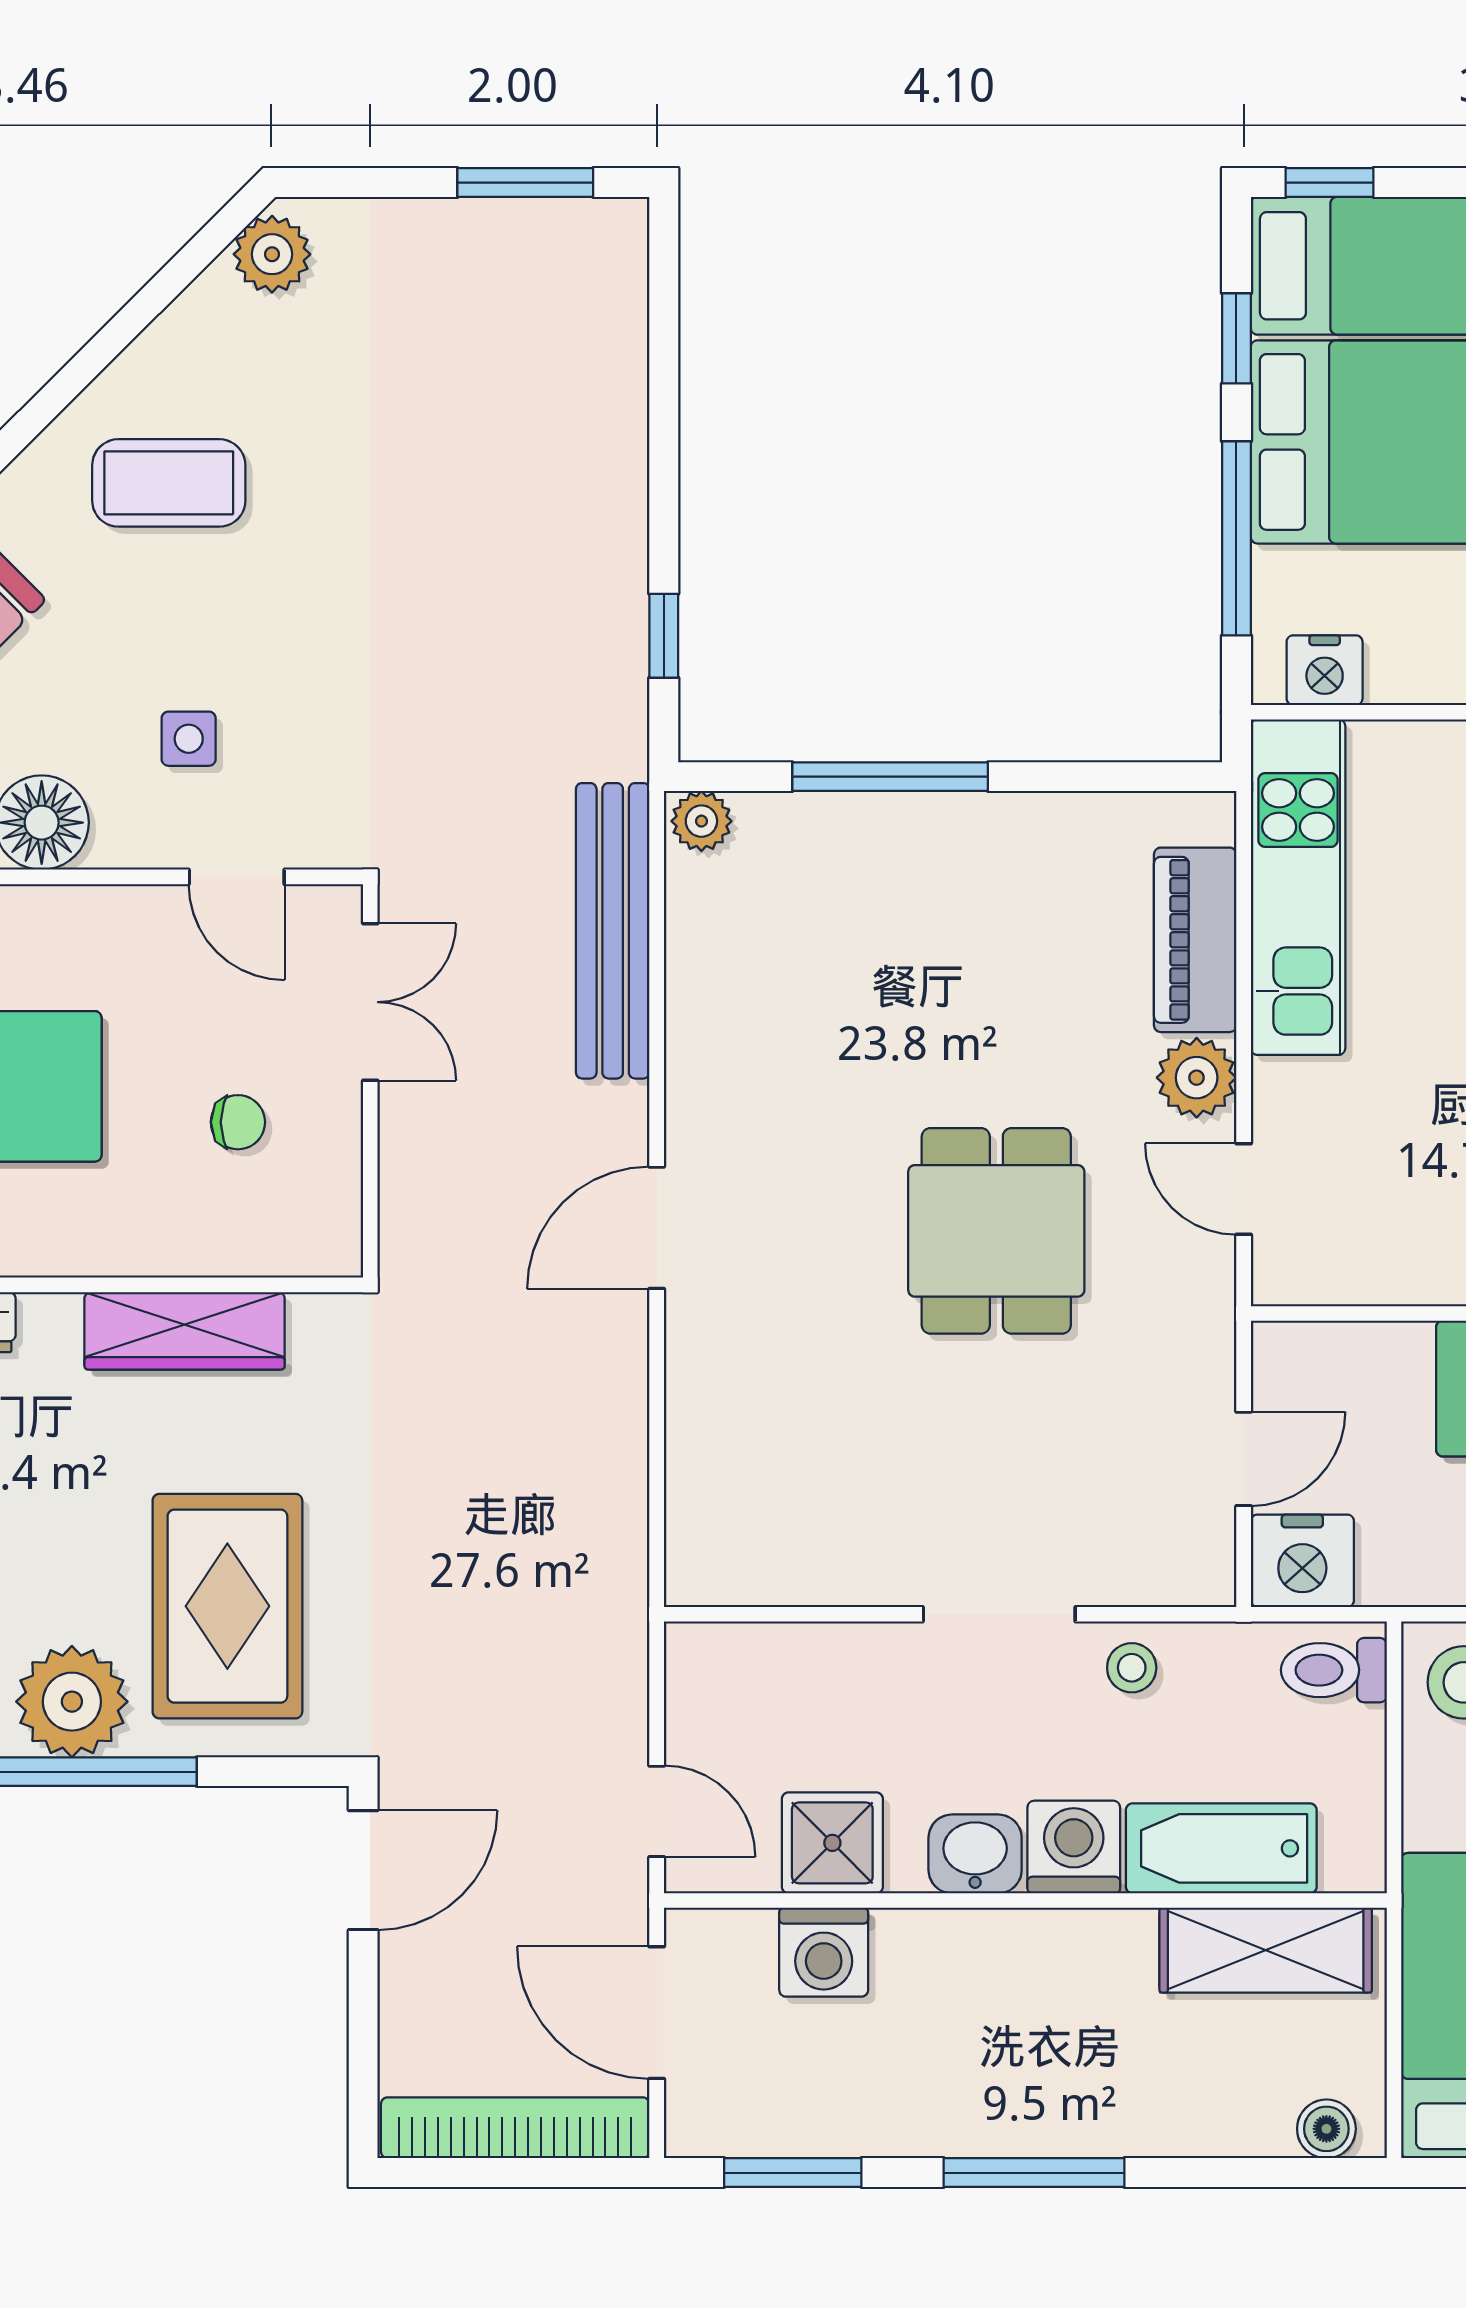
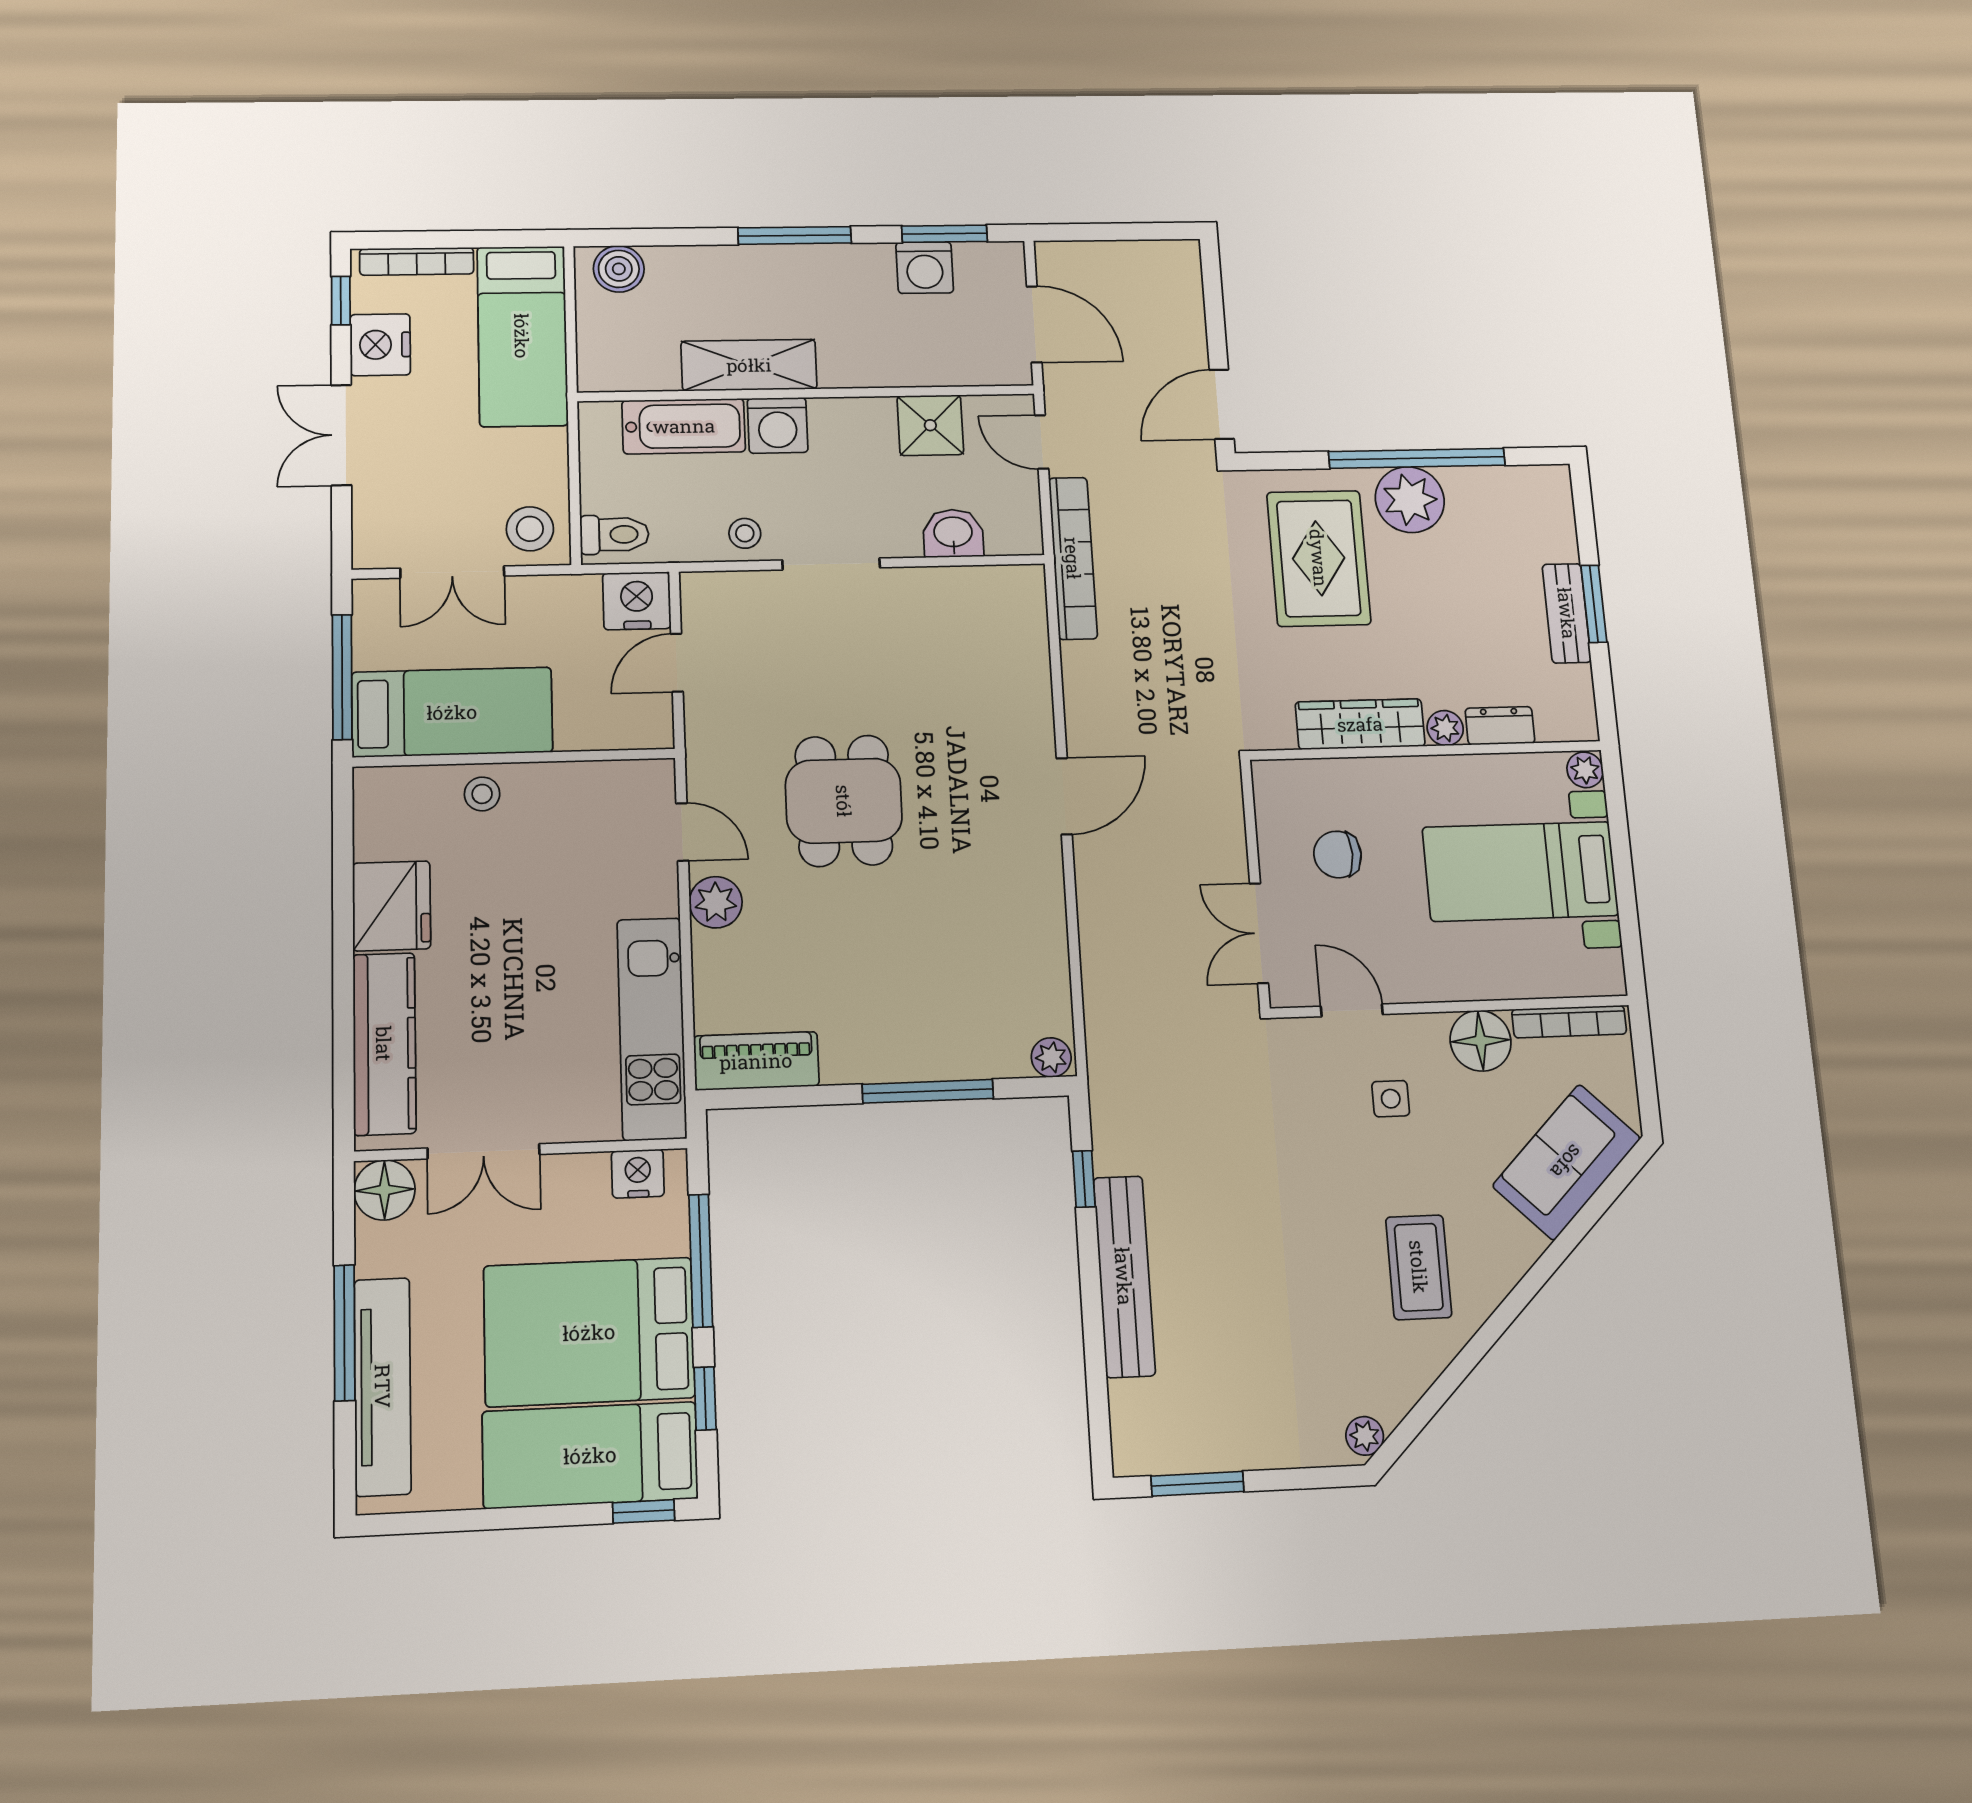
plant: (272, 254) -> (1365, 1436), width x0.73, depth x0.73
coffee table: (169, 483) -> (1419, 1267), turned 90
bench: (613, 931) -> (1124, 1276), moved
piano: (1195, 940) -> (756, 1061), moved, turned -90
chair: (238, 1122) -> (1338, 854), width x1.37, depth x1.37
plant: (50, 1321) -> (1445, 728), added
washbasin: (975, 1854) -> (953, 533), moved, turned 180
shelving: (1266, 1950) -> (749, 365), moved
washing machine: (824, 1952) -> (925, 268), moved, turned 180
bookcase: (515, 2128) -> (1073, 558), moved, turned -90
boiler: (1326, 2129) -> (619, 269), width x1.36, depth x1.36

